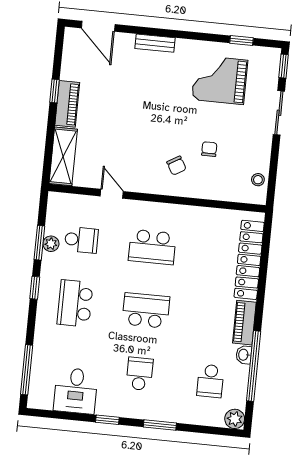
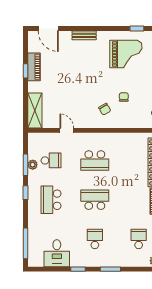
grand piano: (220, 80) -> (126, 54), turned 180
piano: (67, 104) -> (34, 67), moved
school desk: (210, 381) -> (139, 239), turned 180

